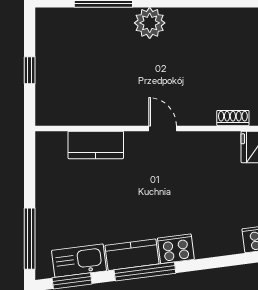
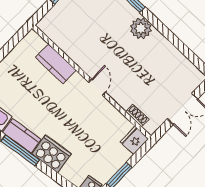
cooker: (176, 249) -> (52, 154), width x1.37, depth x1.31

